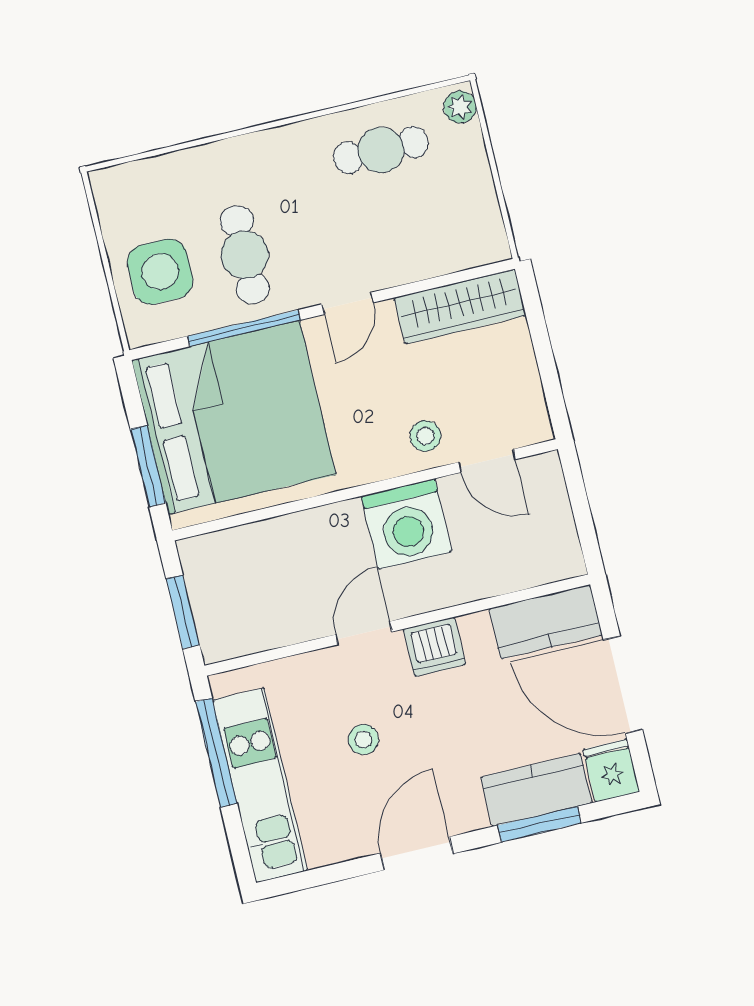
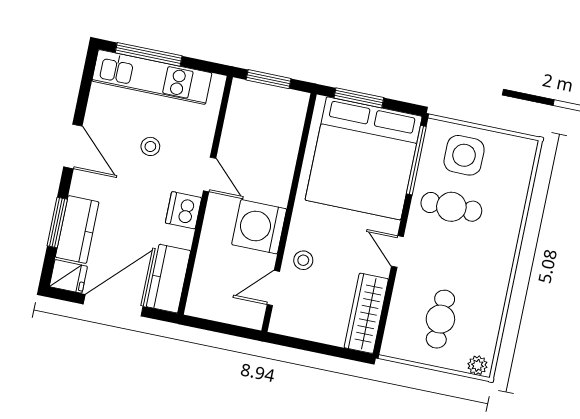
cafe table: (381, 150) -> (440, 319), moved
window: (244, 328) -> (416, 160), moved
window: (216, 753) -> (149, 54), moved

